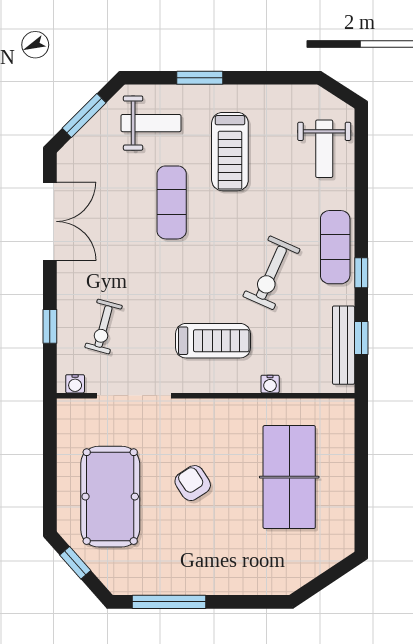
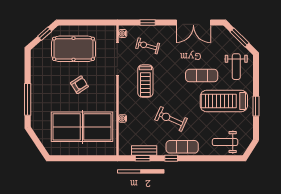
window: (200, 78) -> (256, 106), moved
treadmill: (230, 152) -> (224, 101), width x1.37, depth x1.38
treadmill: (213, 341) -> (145, 81), moved
bench: (344, 345) -> (144, 150), width x0.73
table tennis table: (289, 477) -> (82, 127), width x1.36, depth x1.32
window: (169, 602) -> (28, 99), moved

